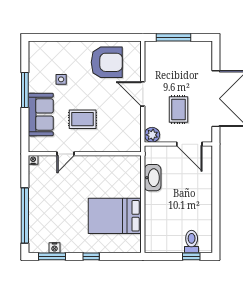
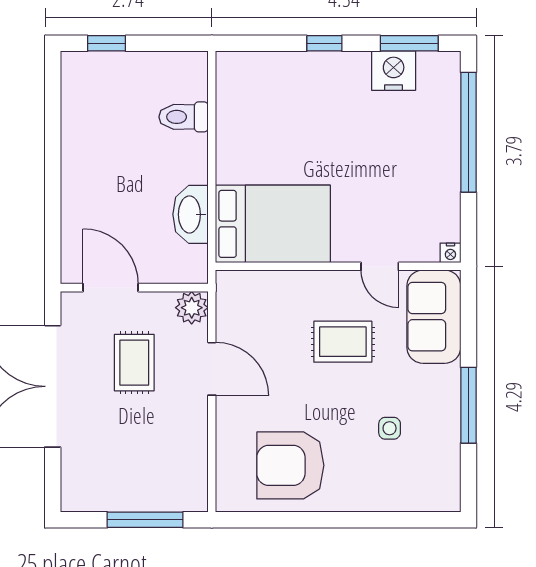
door: (143, 94) -> (212, 369), moved
sofa: (41, 114) -> (434, 317), moved
door: (66, 154) -> (380, 266), swing flipped
bed: (115, 216) -> (273, 224), moved
toilet: (192, 242) -> (184, 117), moved, turned 90
nightstand: (55, 248) -> (394, 71), width x1.89, depth x1.79

